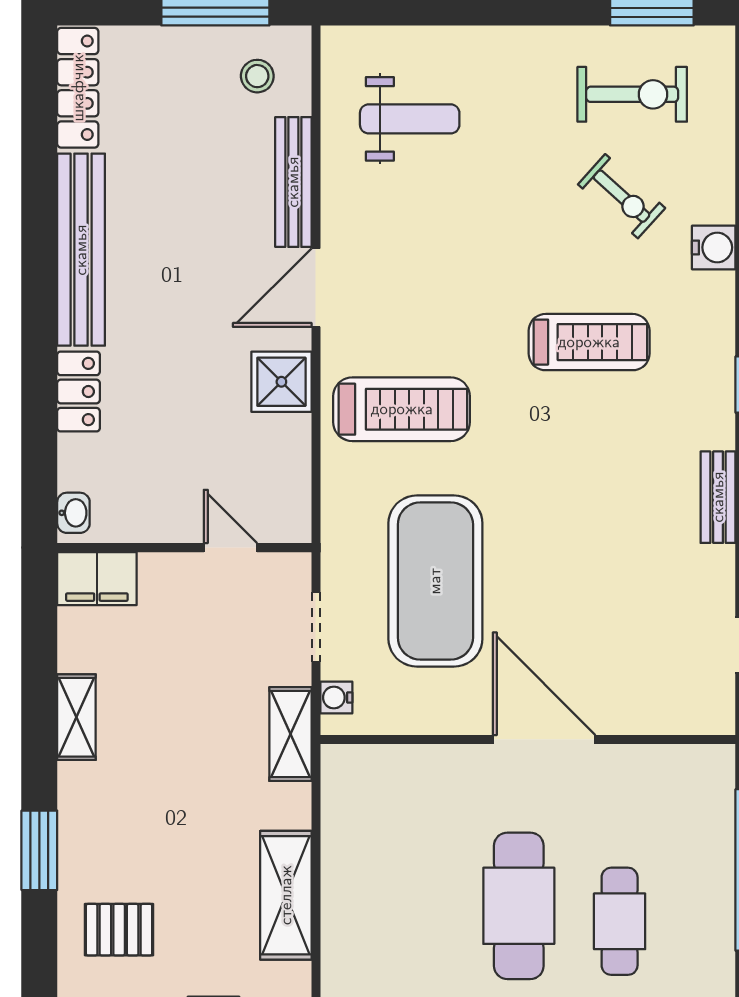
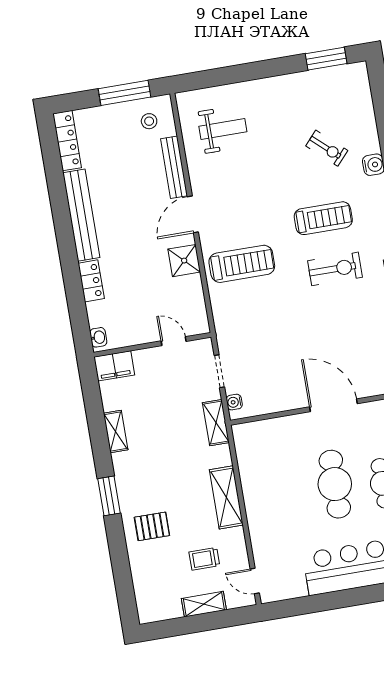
exercise bike: (632, 94) -> (335, 269), moved
exercise mat: (435, 581) -> (271, 341), removed

